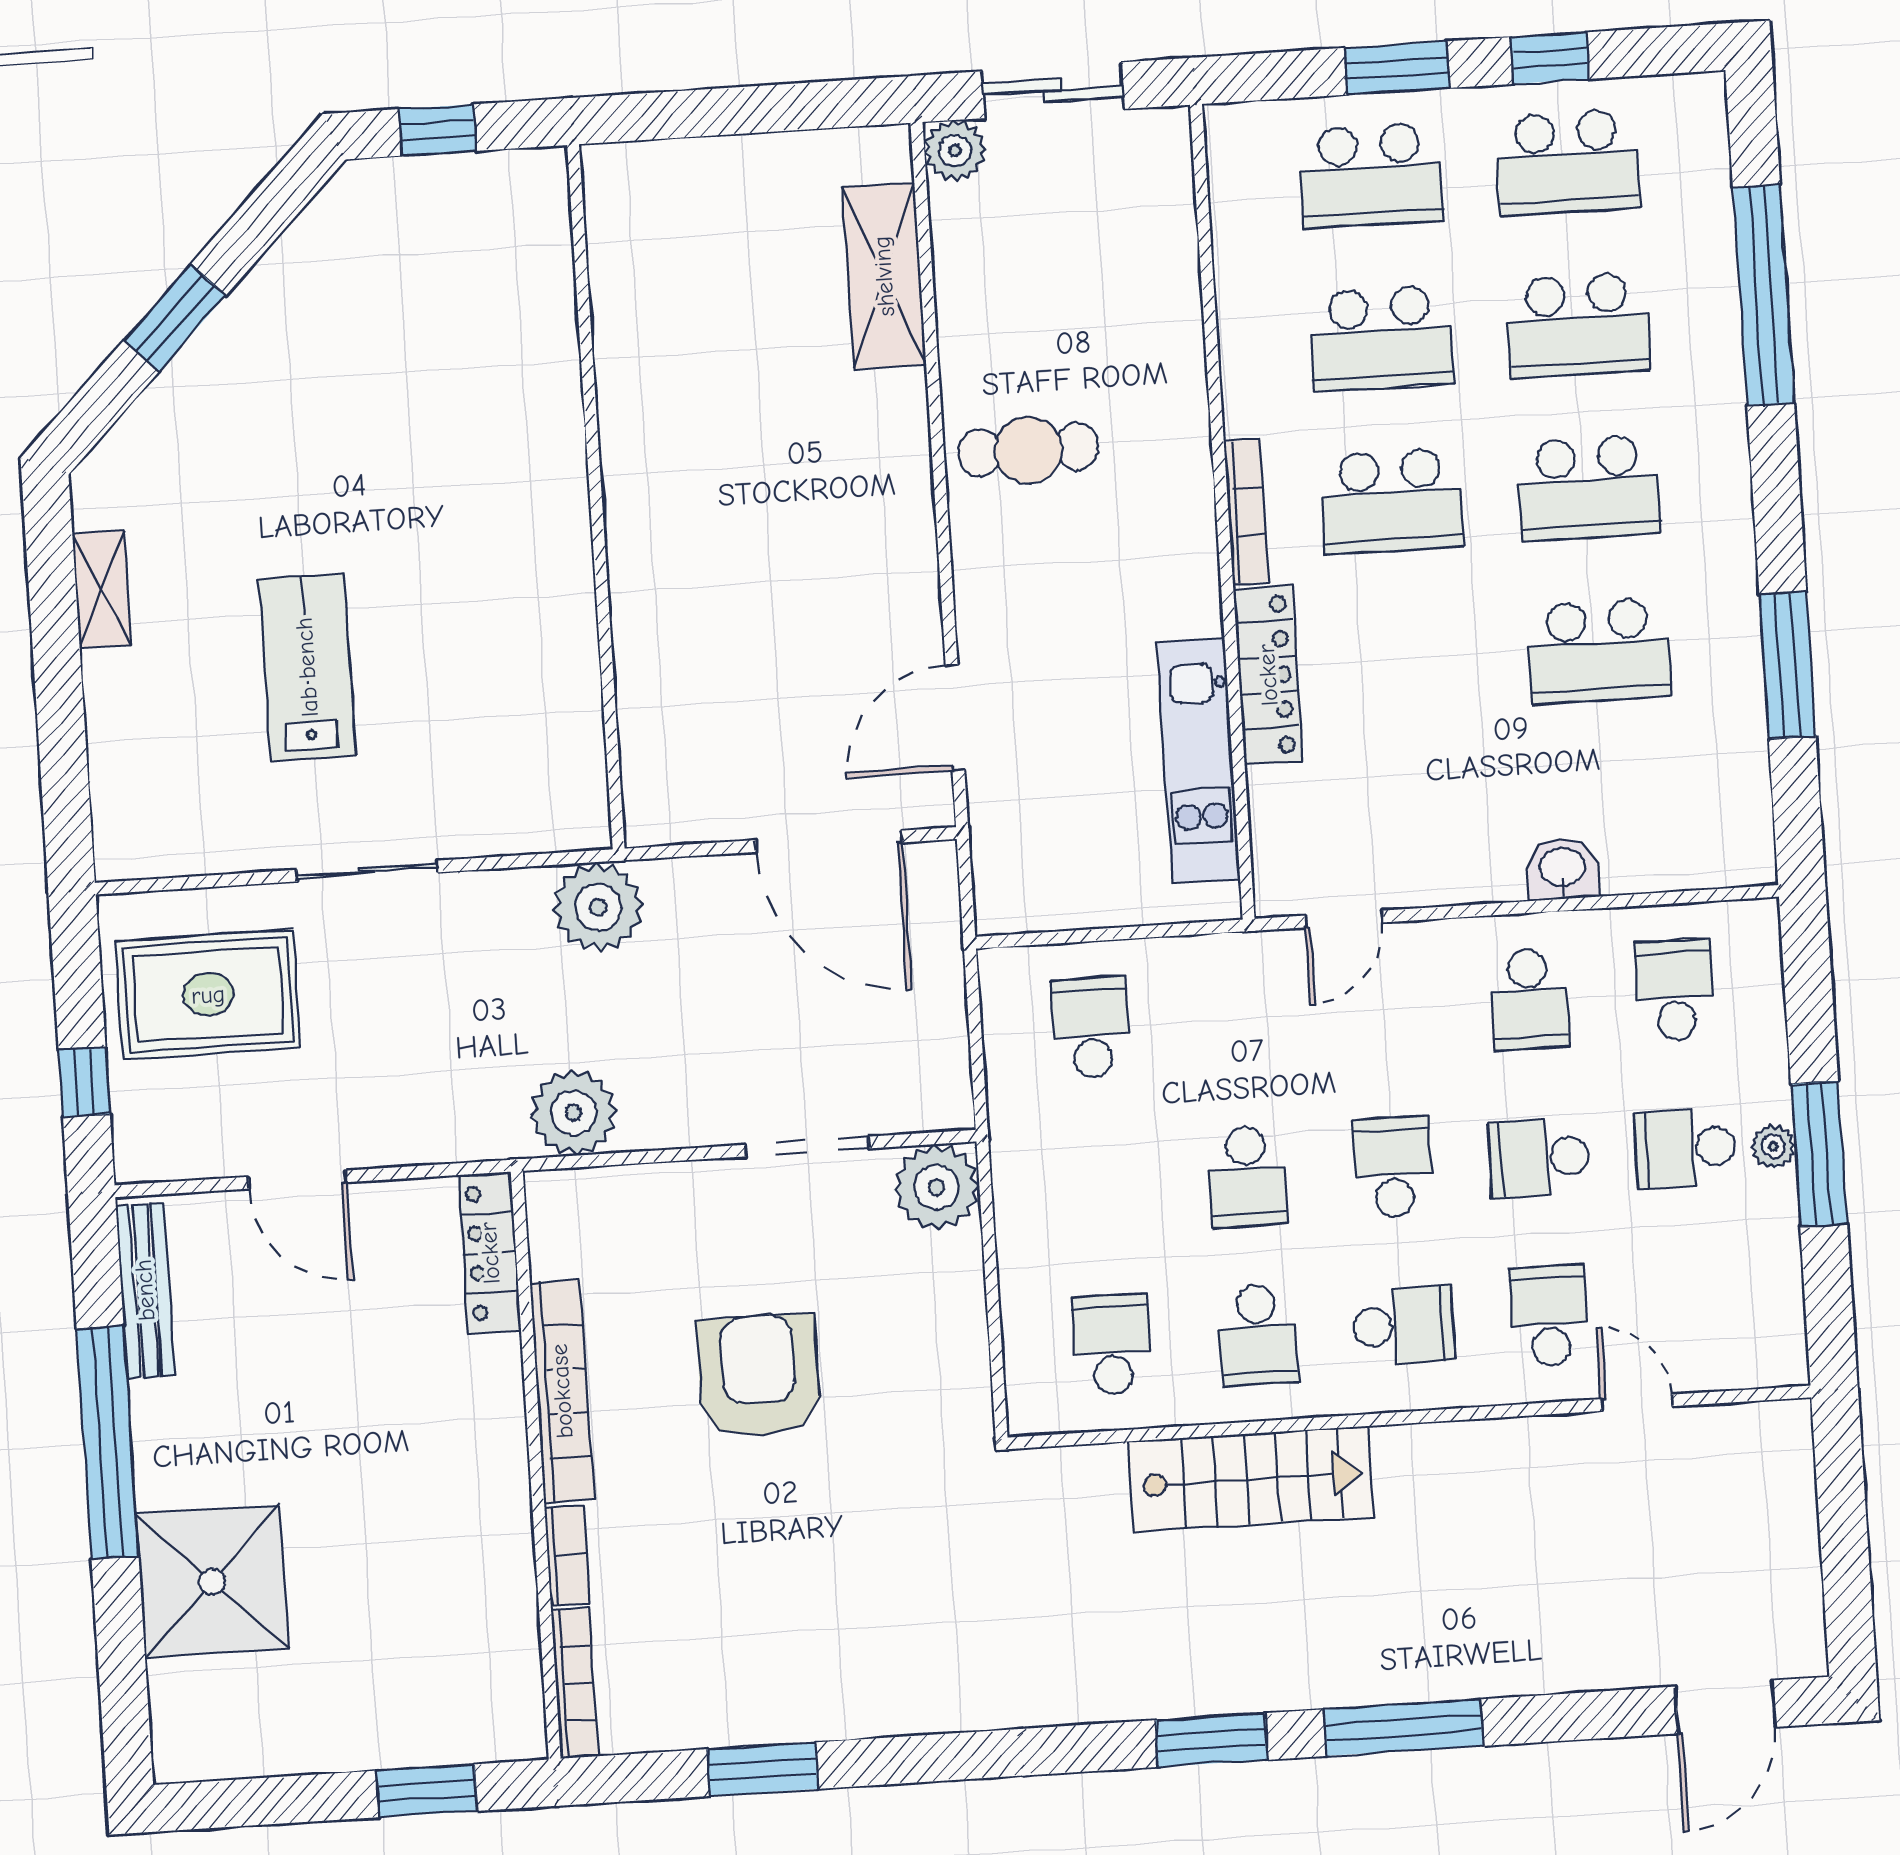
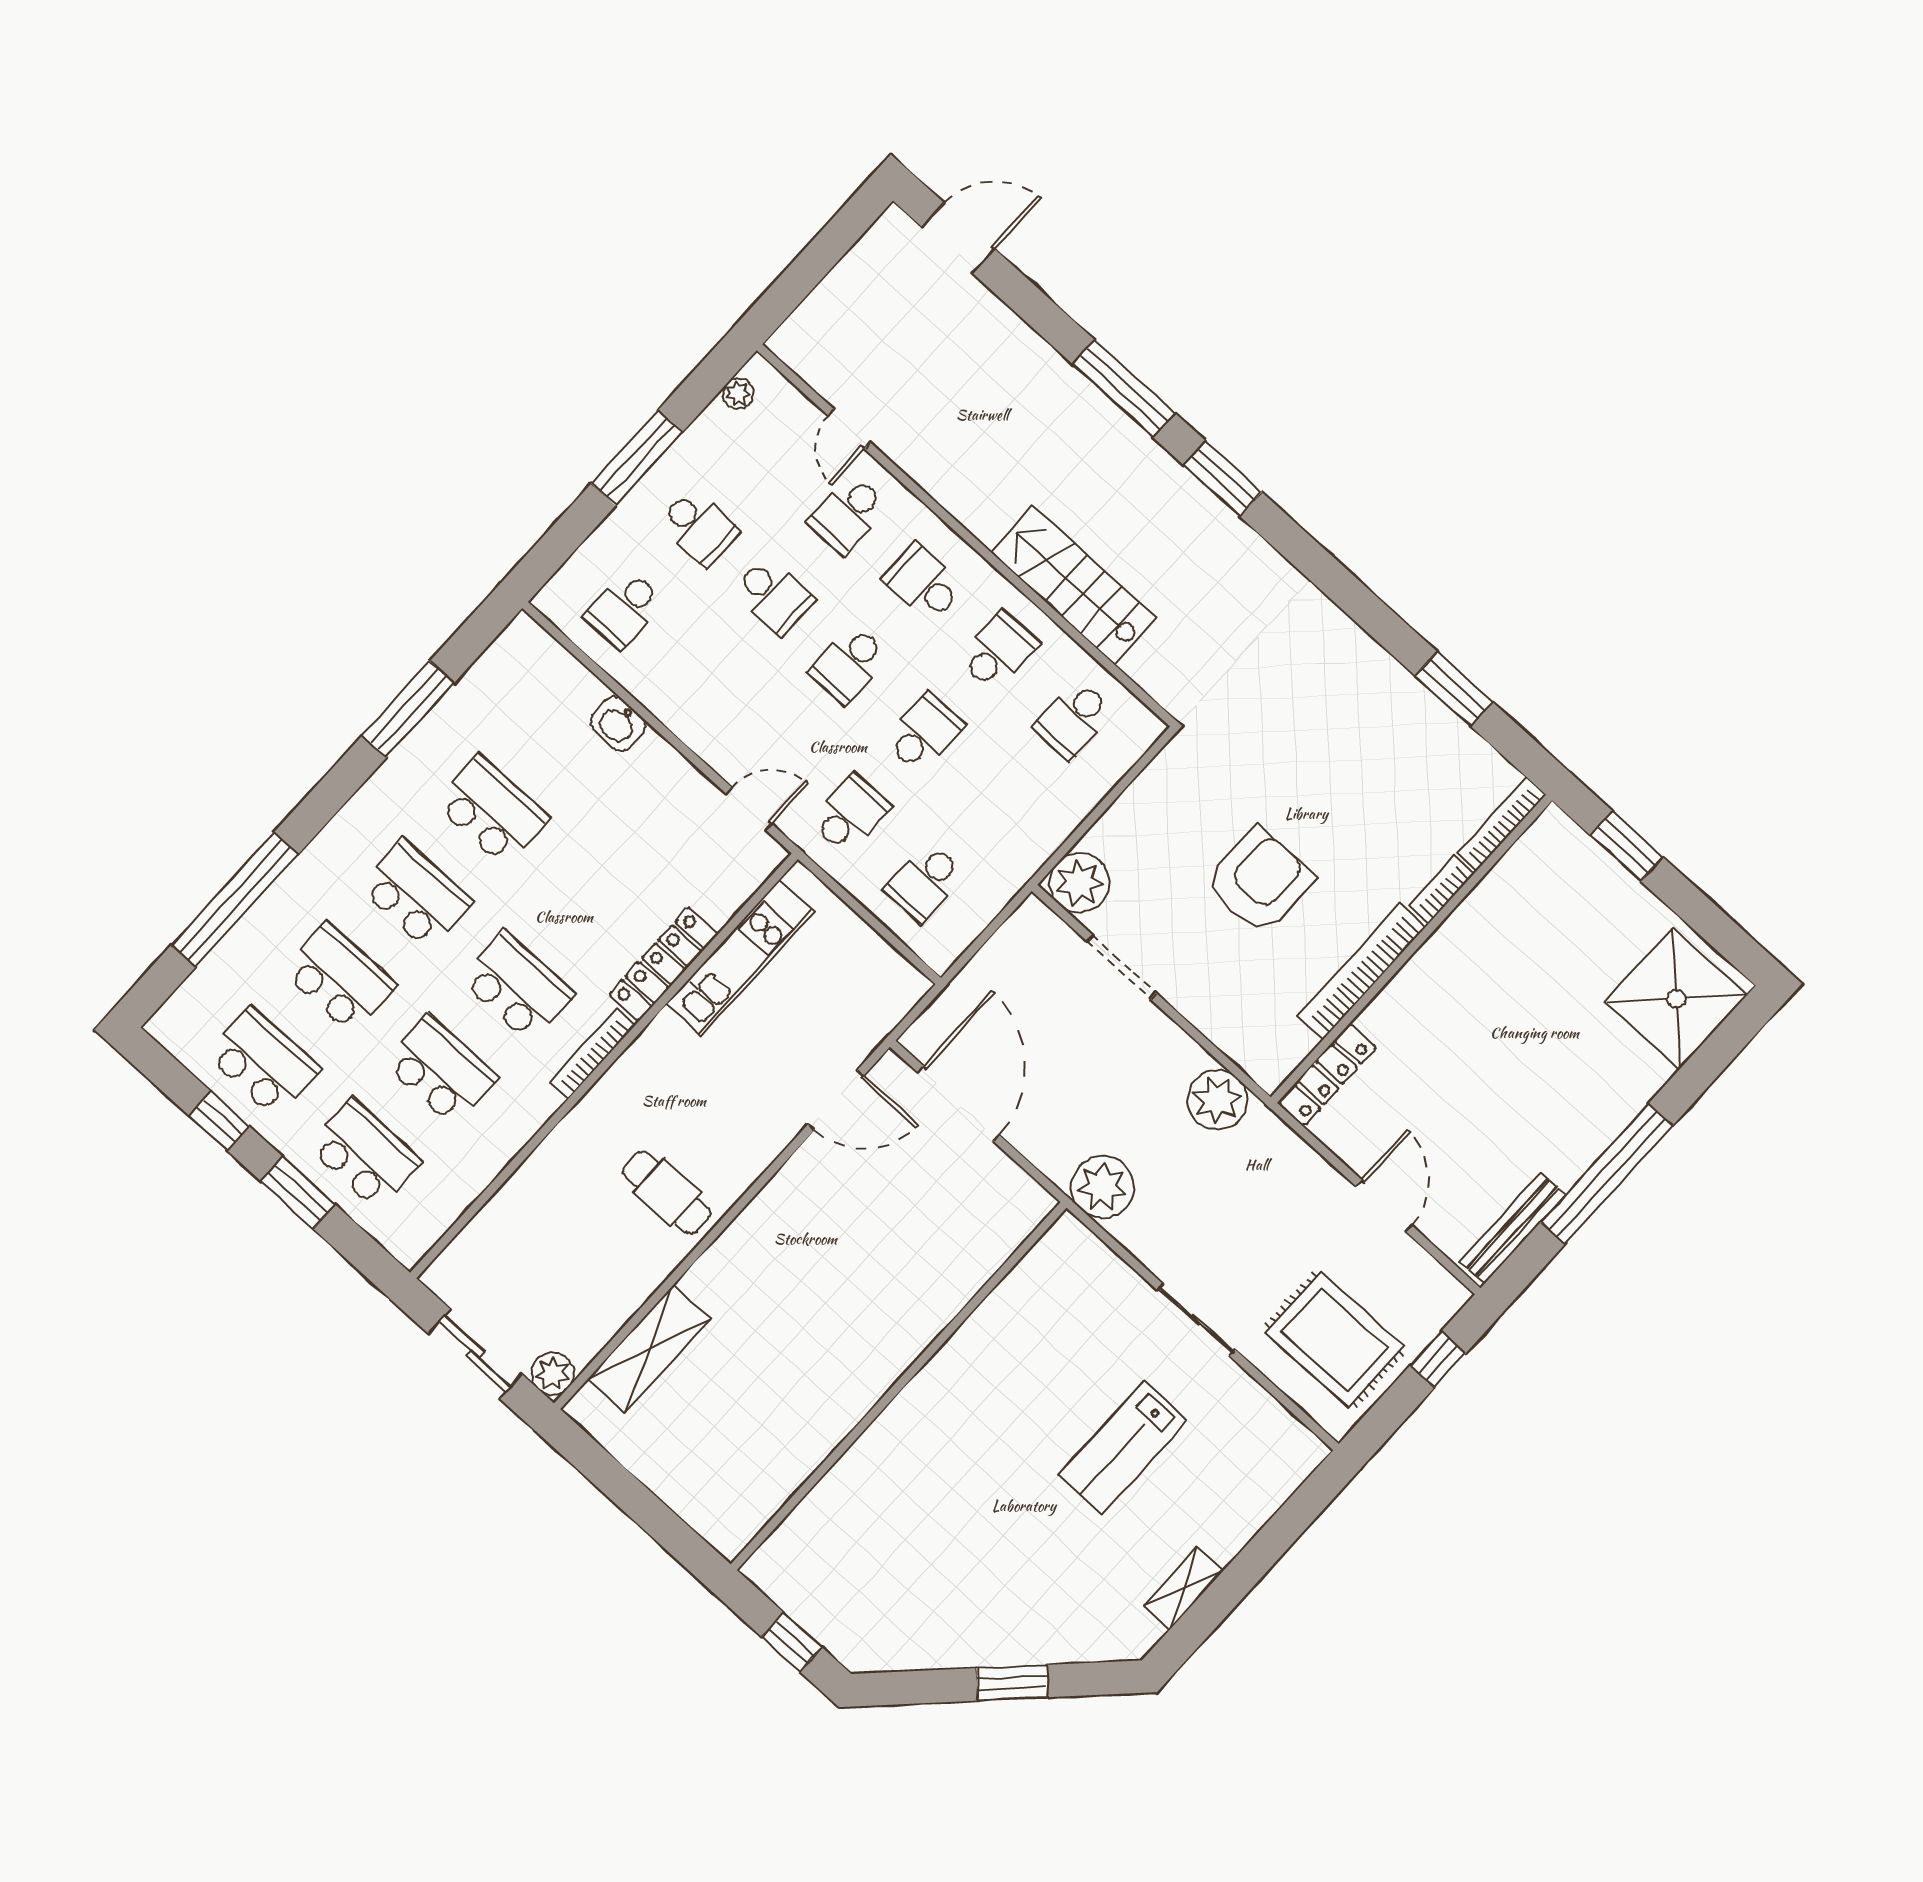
school desk: (1529, 999) -> (850, 814), moved
plant: (1773, 1146) -> (738, 393), moved
armchair: (759, 1376) -> (1259, 880), turned 180
shower: (212, 1581) -> (1676, 999), moved

